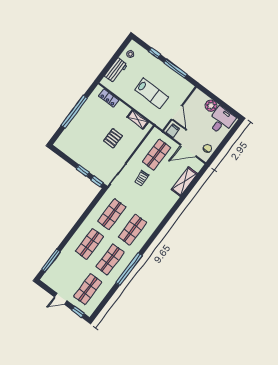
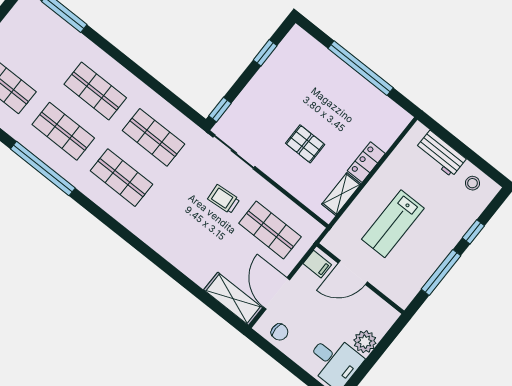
locker: (109, 98) -> (366, 162), moved
window: (83, 171) -> (265, 53), moved
shelving: (184, 182) -> (233, 299), moved

